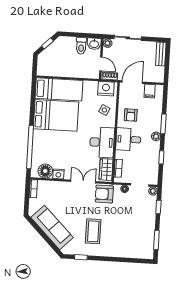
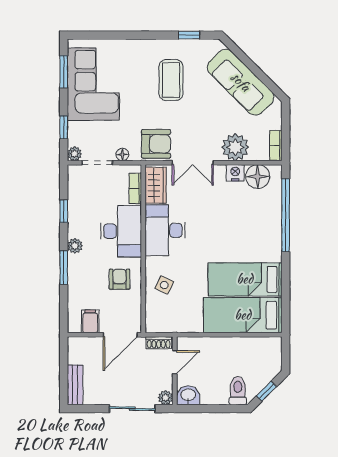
toilet: (81, 46) -> (238, 391), moved
door: (101, 64) -> (175, 362), swing flipped
nightstand: (106, 89) -> (164, 321), removed
bed: (56, 115) -> (245, 279), width x0.67
desk: (128, 139) -> (121, 231), width x1.37
plant: (57, 189) -> (235, 147), added
corner sofa: (139, 232) -> (93, 84), added

